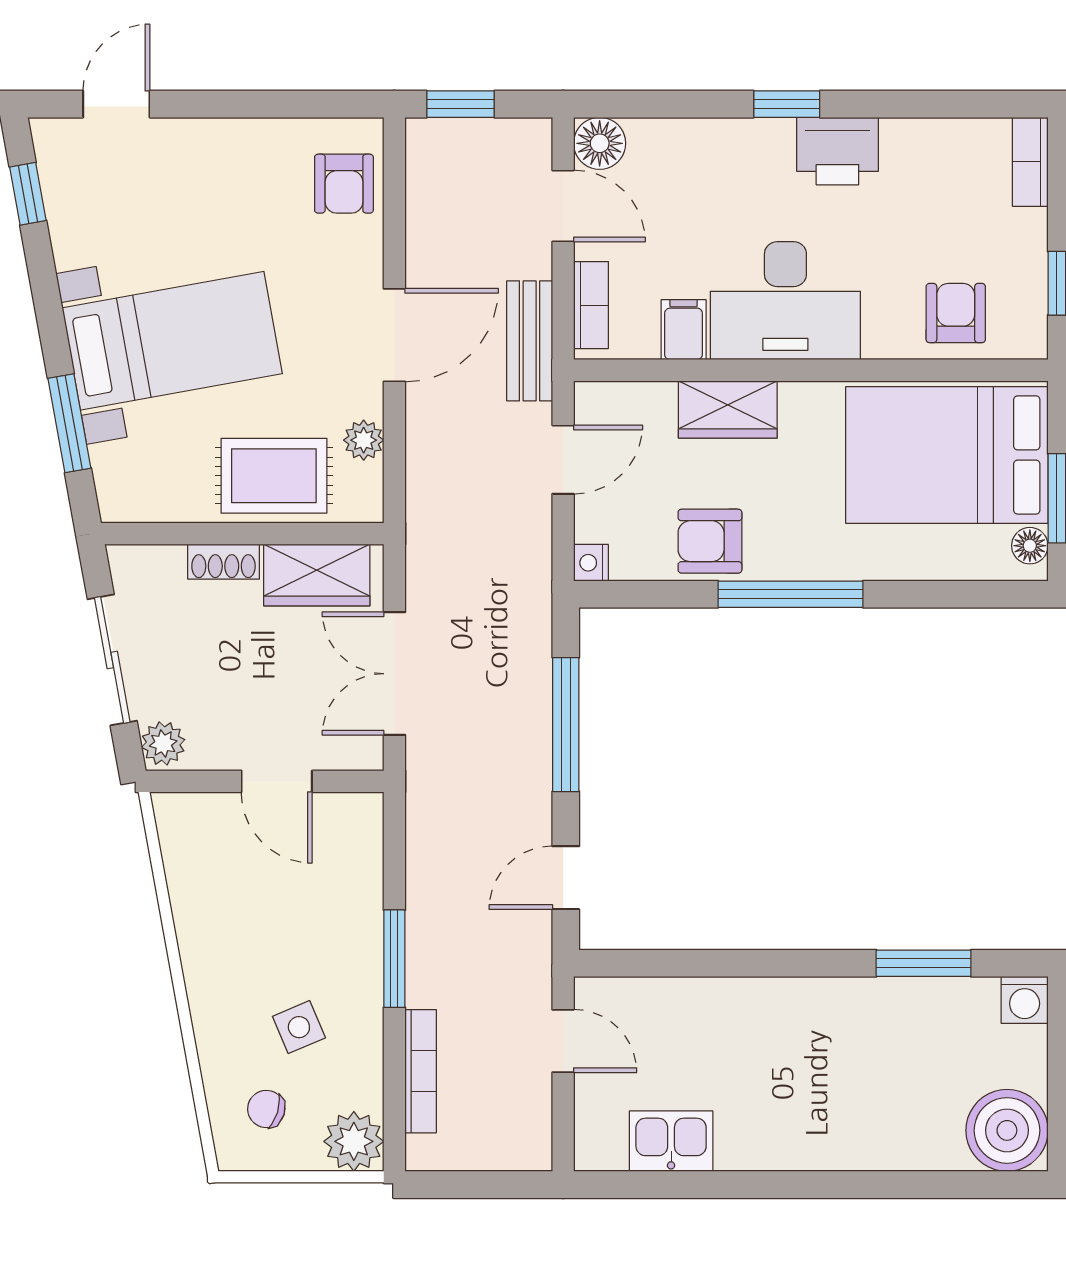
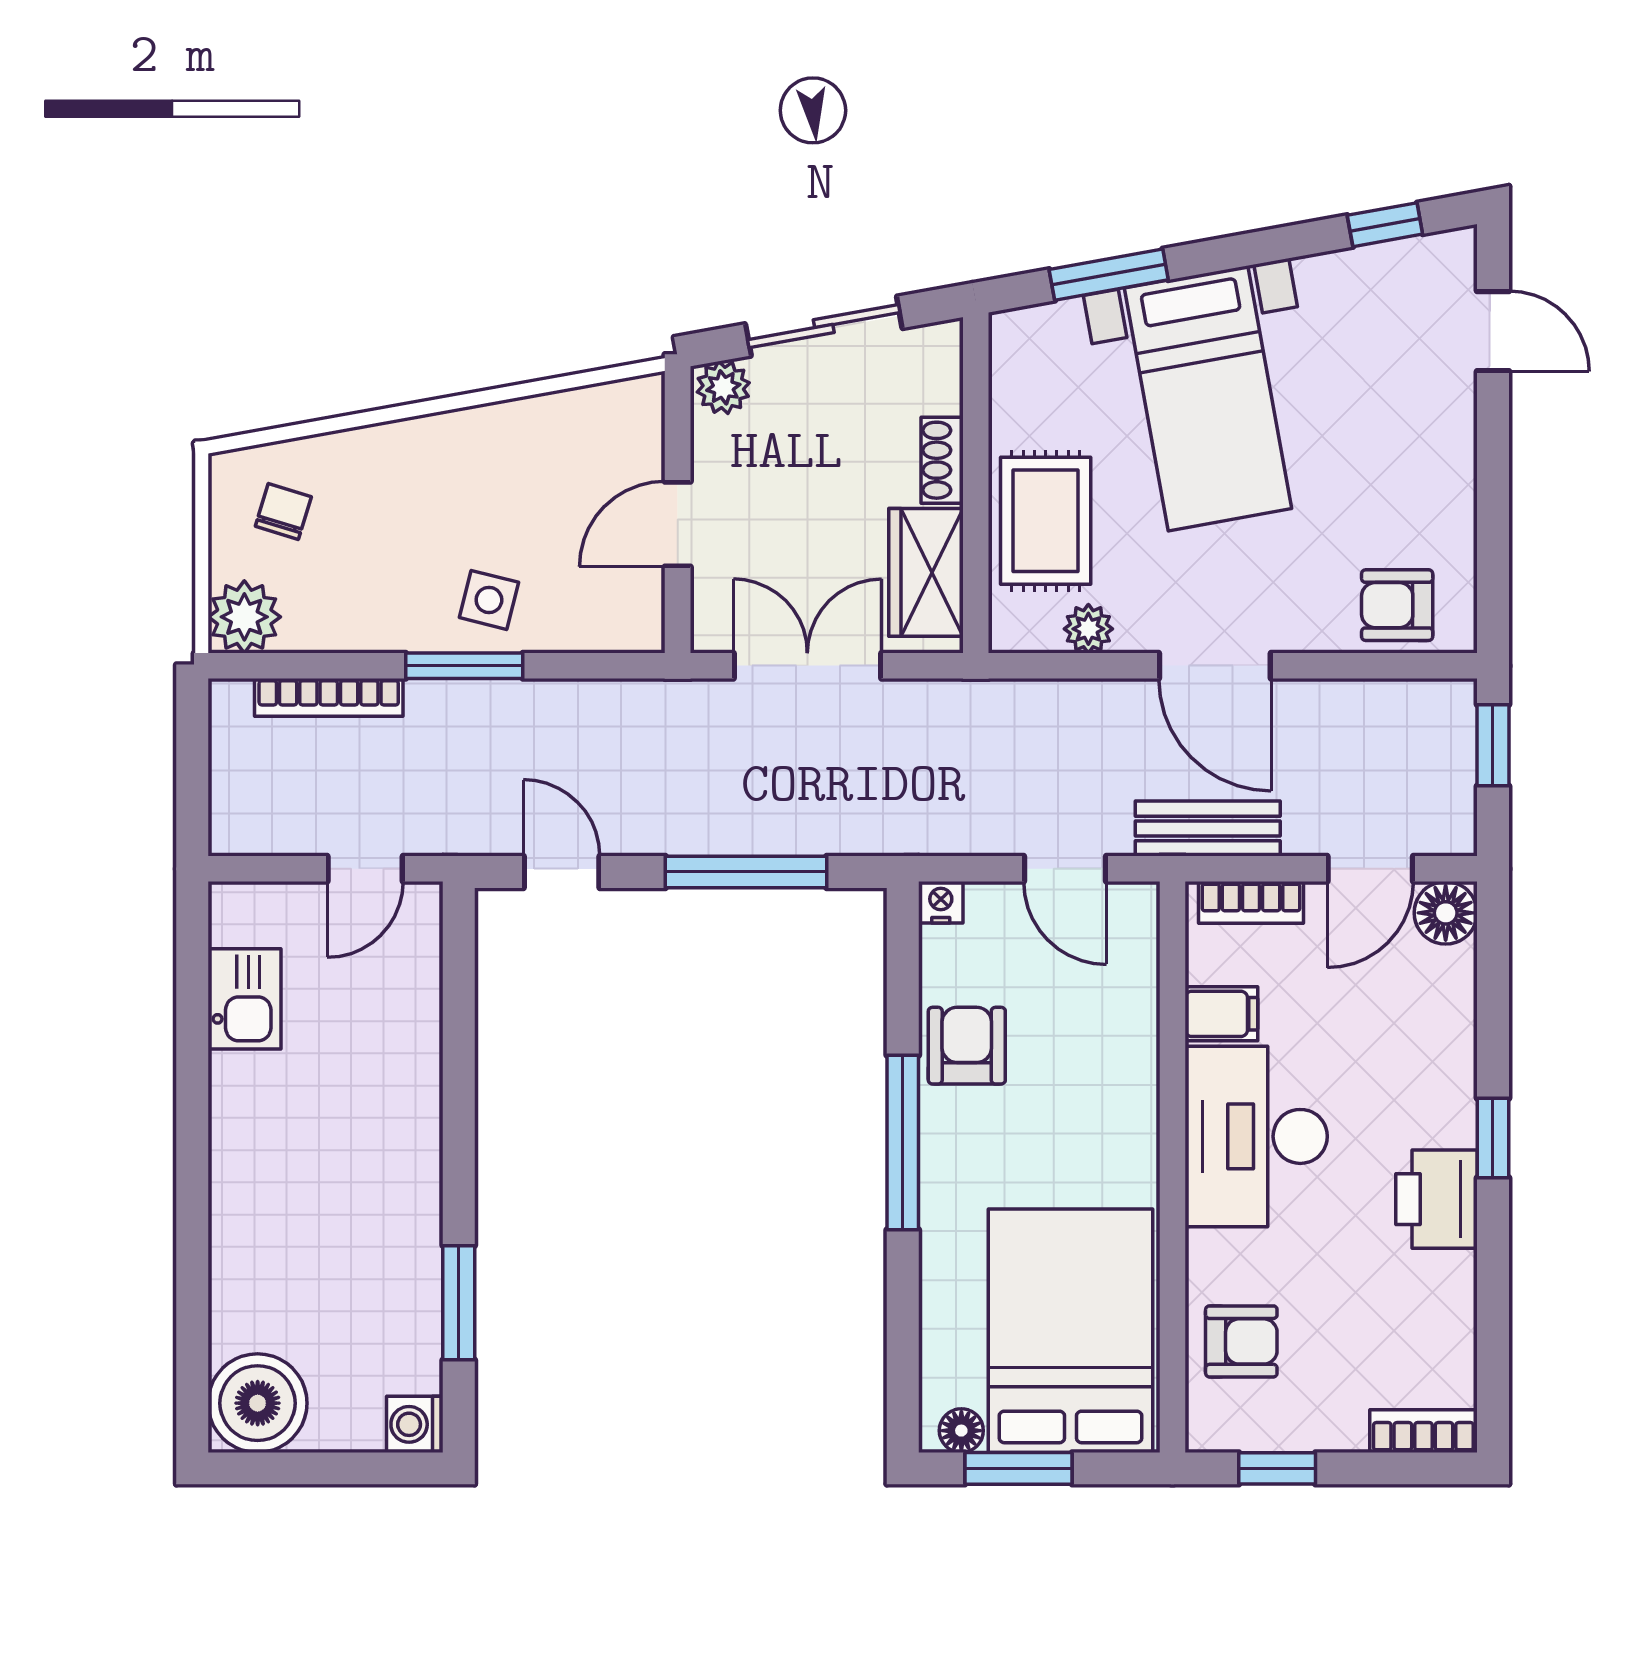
wardrobe: (728, 409) -> (1125, 1067), removed
side table: (299, 1027) -> (489, 600), moved, turned 37

